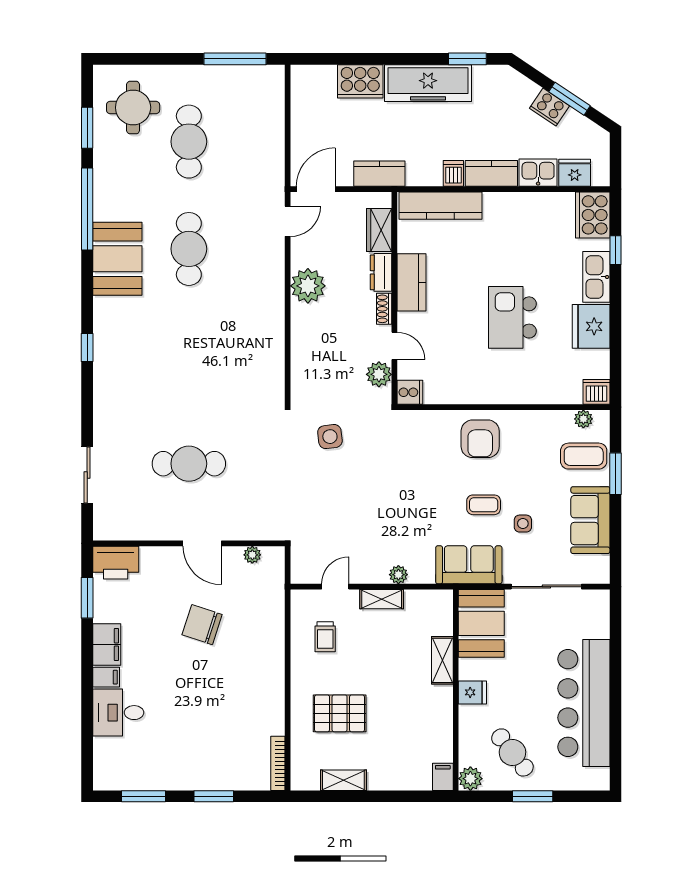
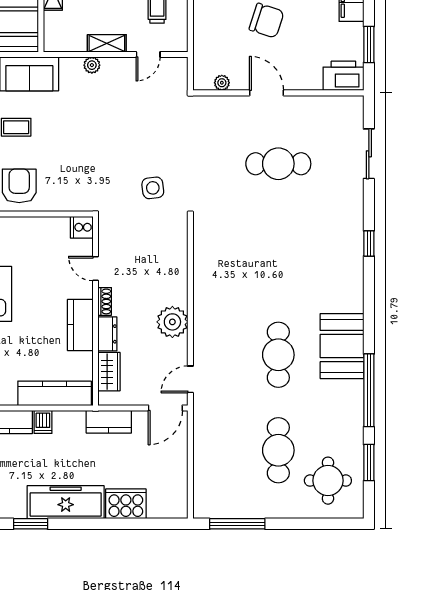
window: (87, 347) -> (369, 243), moved
plant: (379, 374) -> (109, 243), removed

